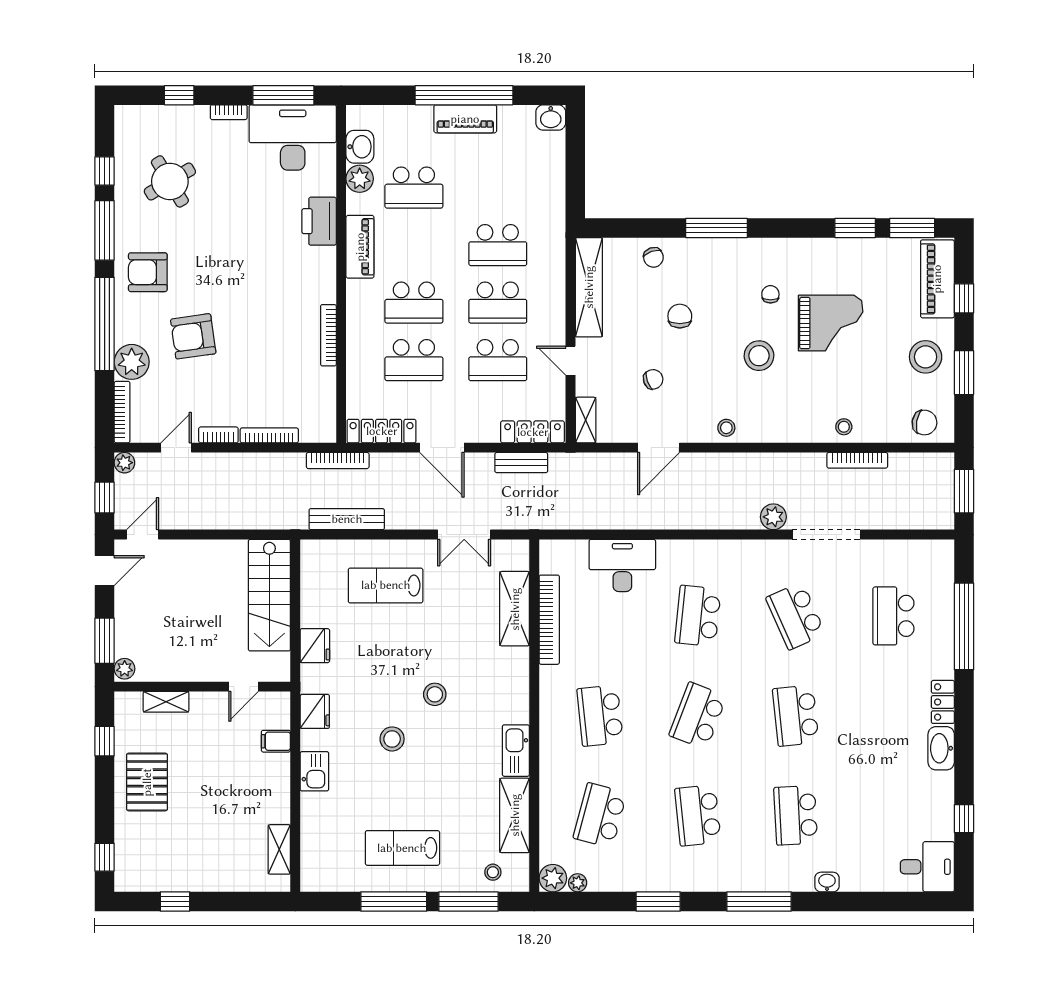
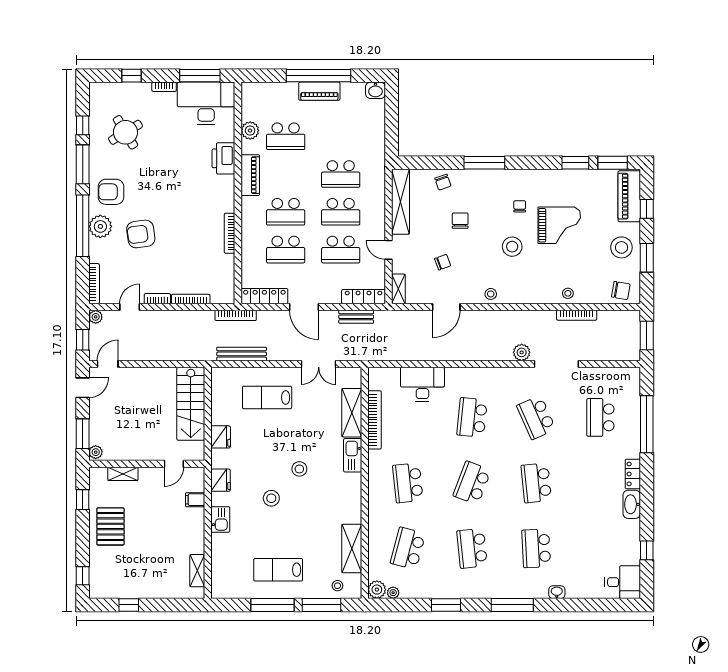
washbasin: (360, 147) -> (250, 109), removed
plant: (132, 362) -> (100, 226), moved
kitchen sink: (516, 751) -> (353, 455), moved

